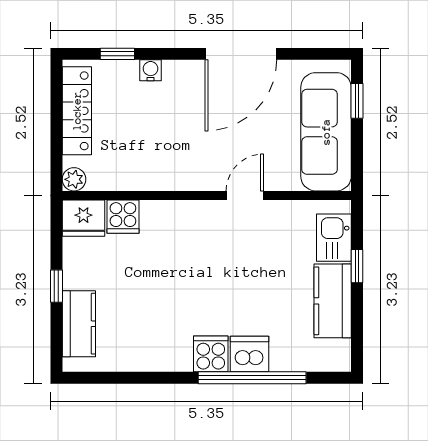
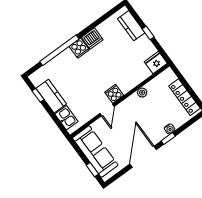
window: (117, 54) -> (168, 138), moved
plant: (74, 179) -> (142, 93), moved
cooker: (123, 217) -> (114, 94), moved
window: (357, 266) -> (38, 95), moved
dishwasher: (249, 354) -> (92, 39), moved

